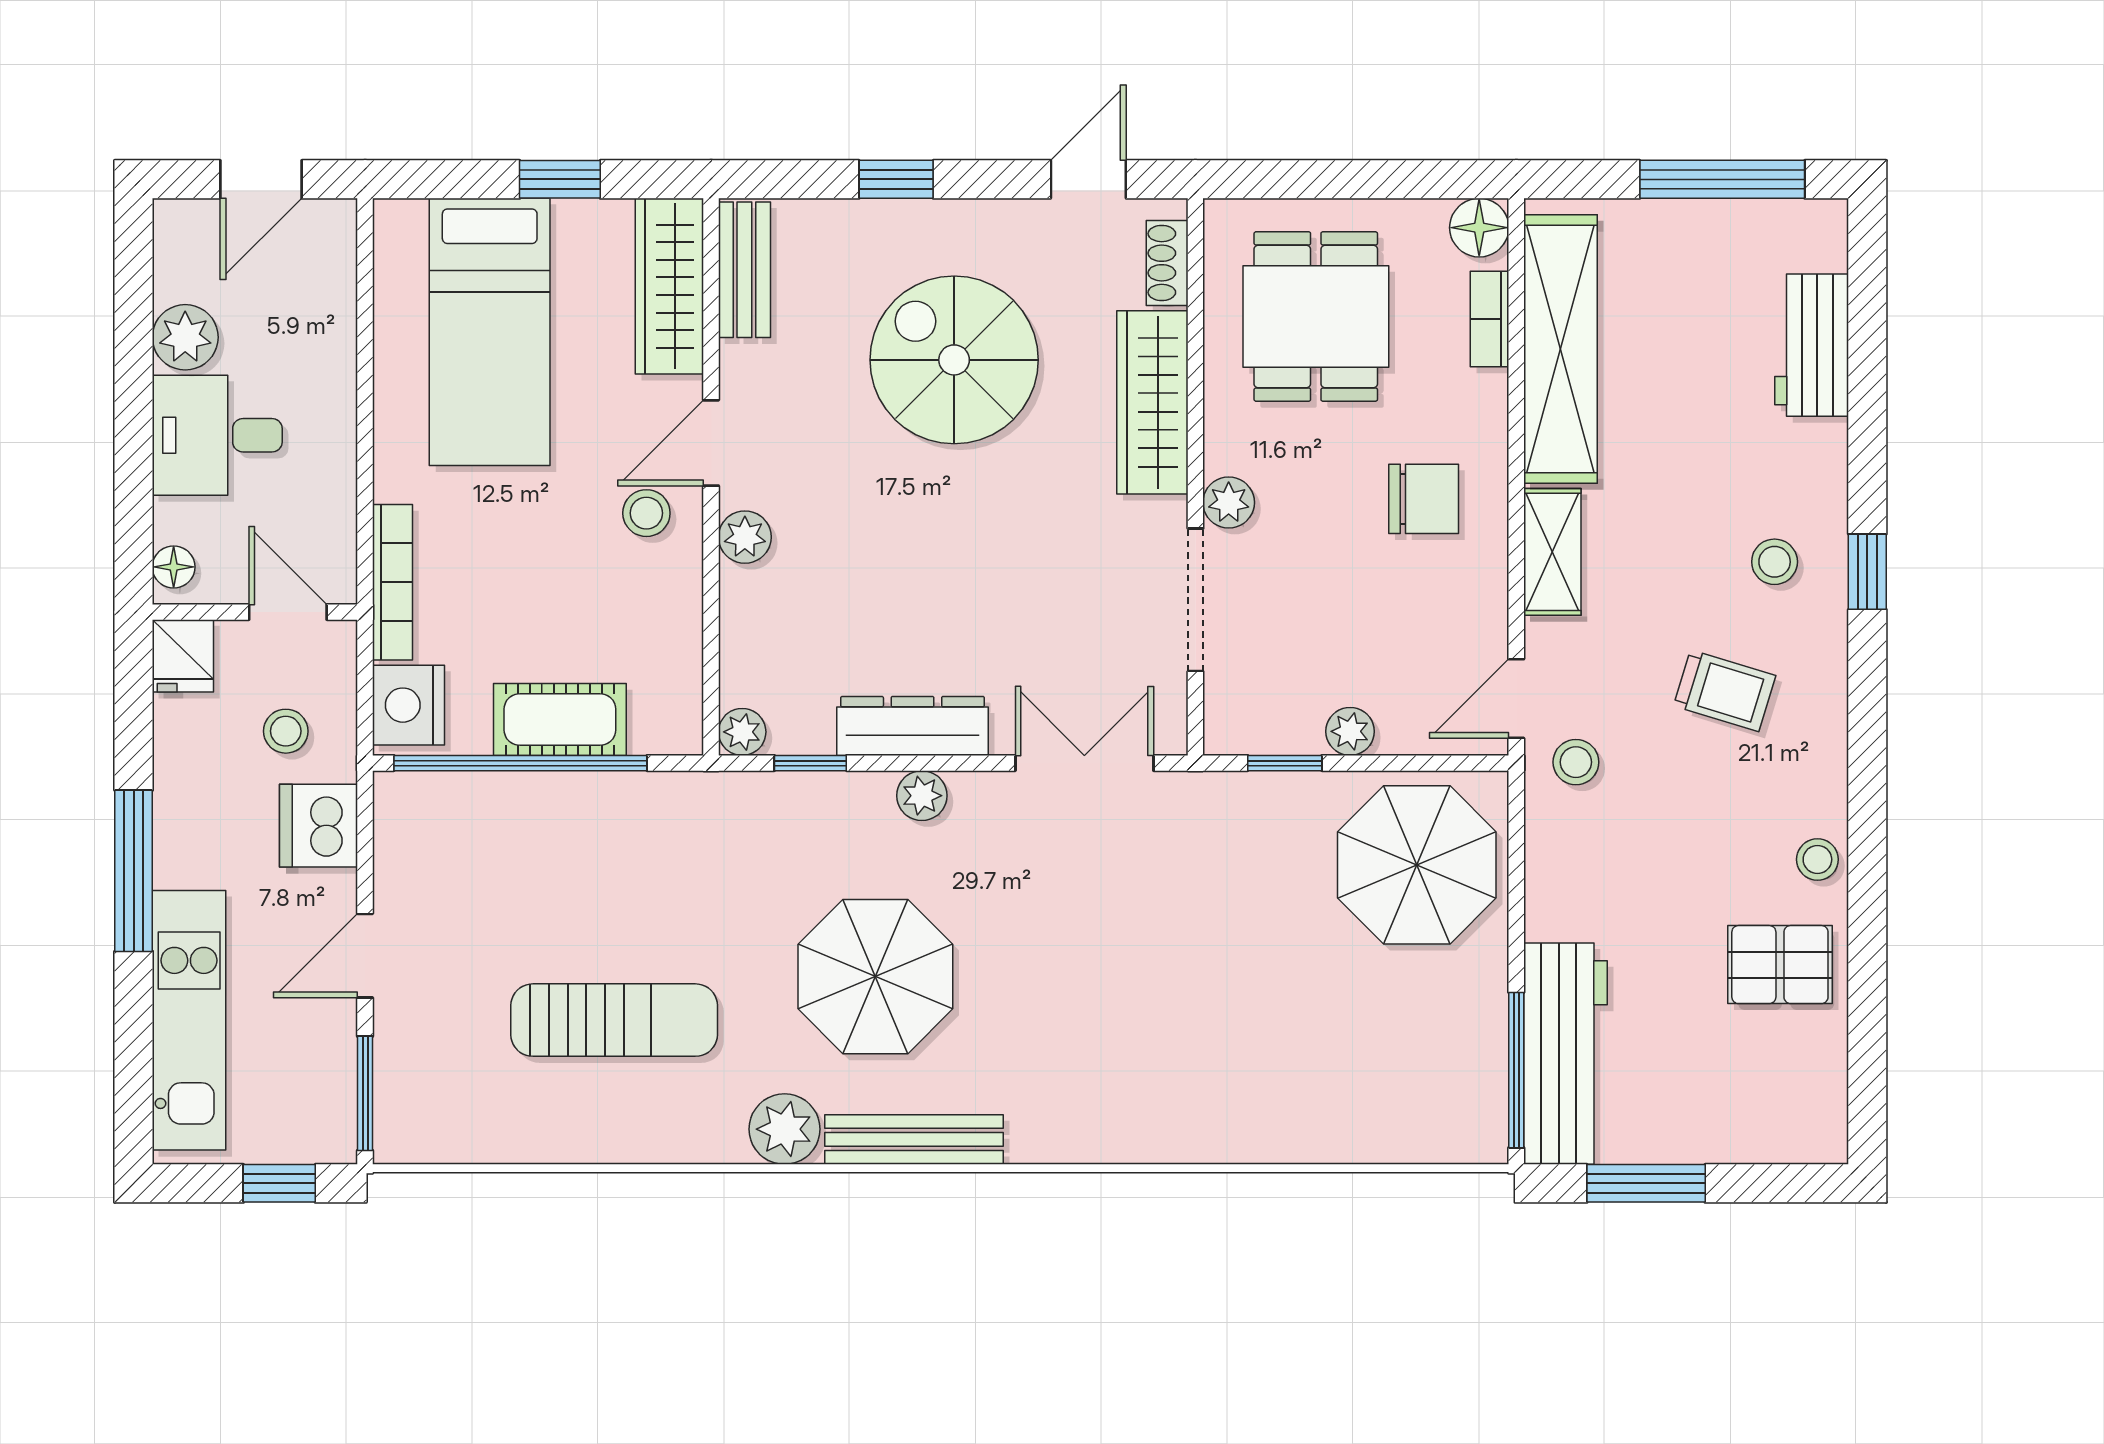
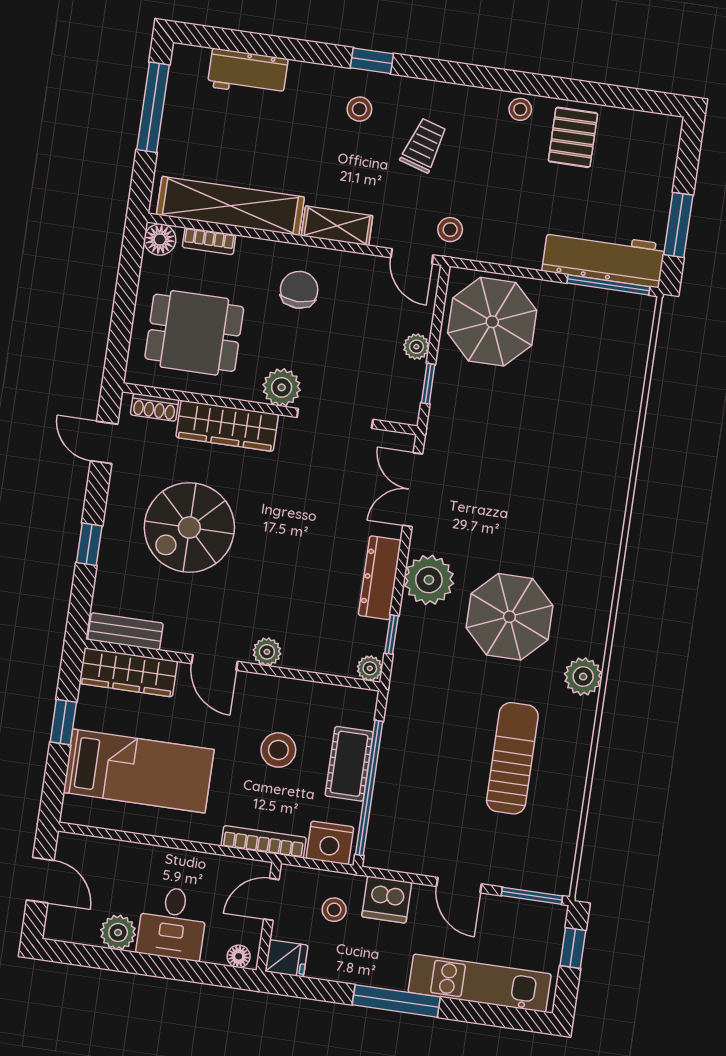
plant: (1229, 503) -> (282, 387), width x1.38, depth x1.38
stool: (646, 513) -> (278, 750), moved, width x1.37, depth x1.37
plant: (922, 796) -> (429, 580), width x1.88, depth x1.88
bench: (914, 1139) -> (599, 609), removed

